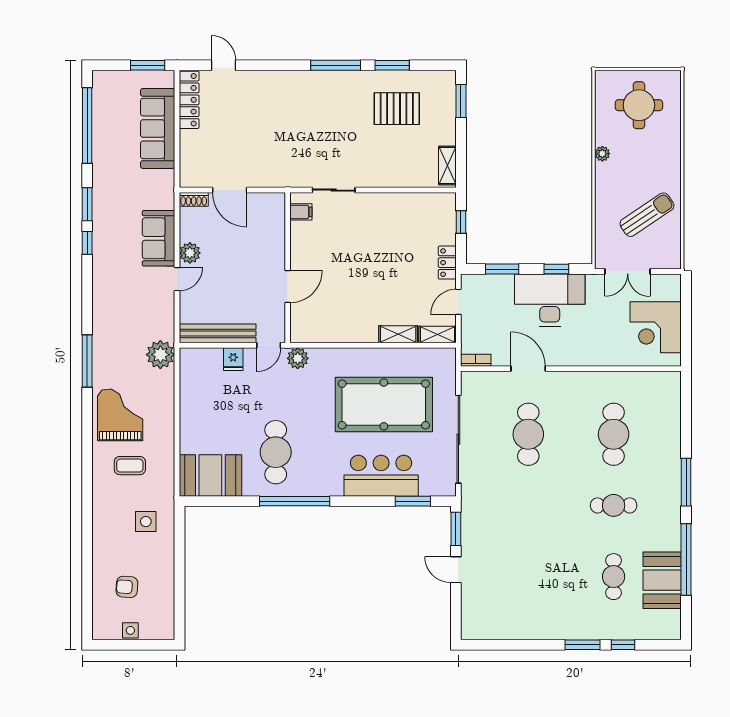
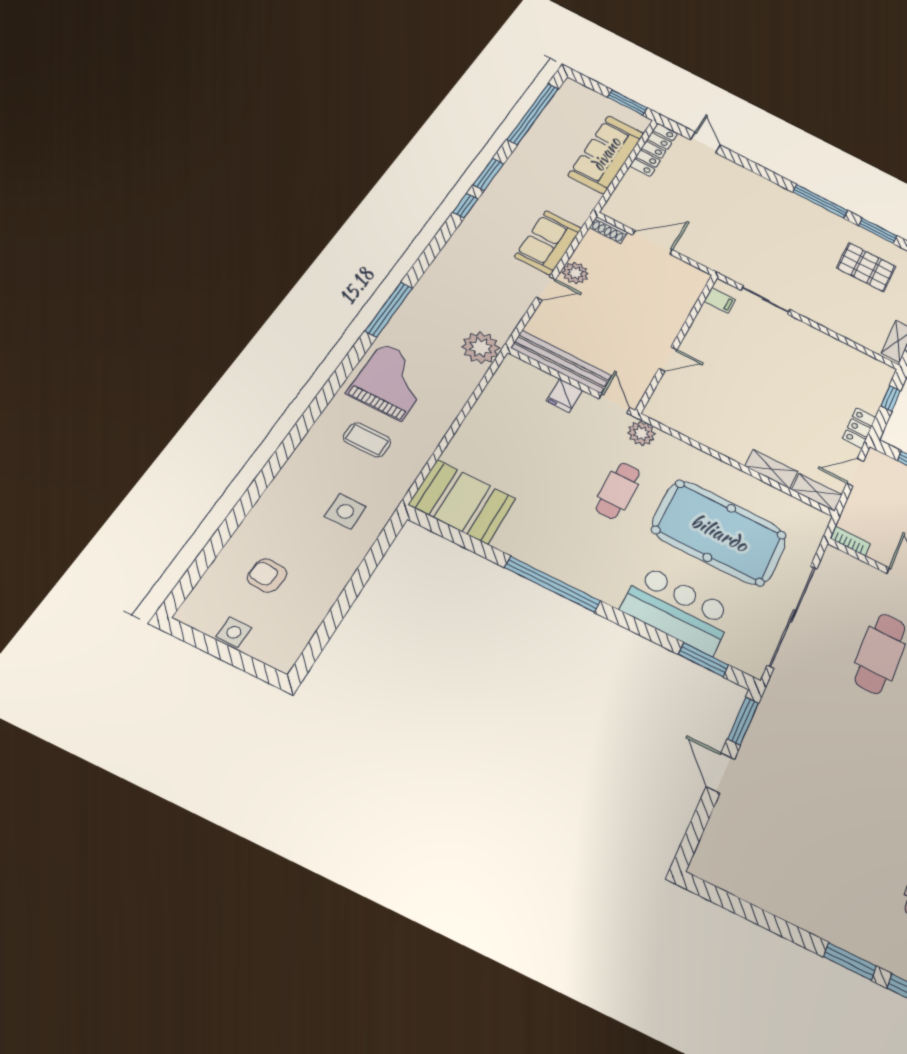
door: (230, 190) -> (653, 242), swing flipped
door: (288, 287) -> (668, 359), width x0.73
door: (269, 345) -> (614, 403), swing flipped
cafe table: (276, 452) -> (618, 491), moved, width x0.73, depth x0.74

